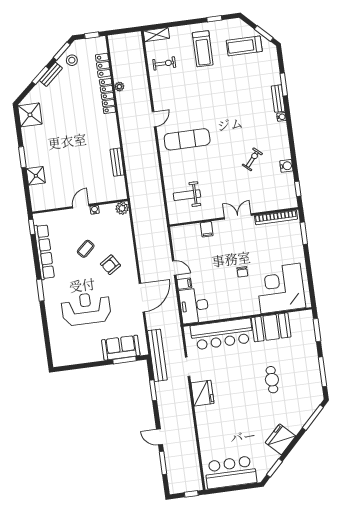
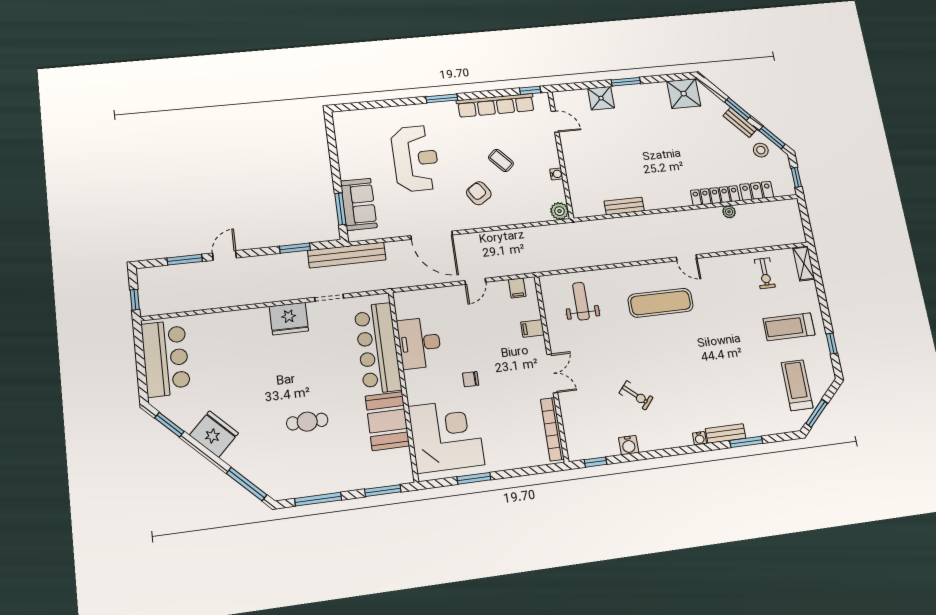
exercise mat: (187, 139) -> (661, 303), turned 90
door: (81, 206) -> (555, 122), moved
window: (304, 233) -> (474, 478), moved
filing cabinet: (184, 284) -> (517, 288), moved
desk: (194, 306) -> (419, 343), moved, turned -90

